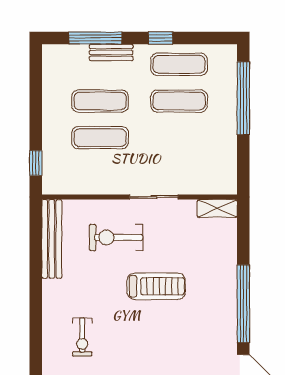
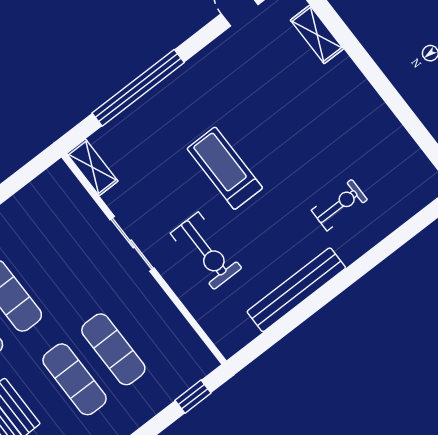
bench: (52, 239) -> (296, 290), moved
window: (243, 304) -> (138, 88), moved

